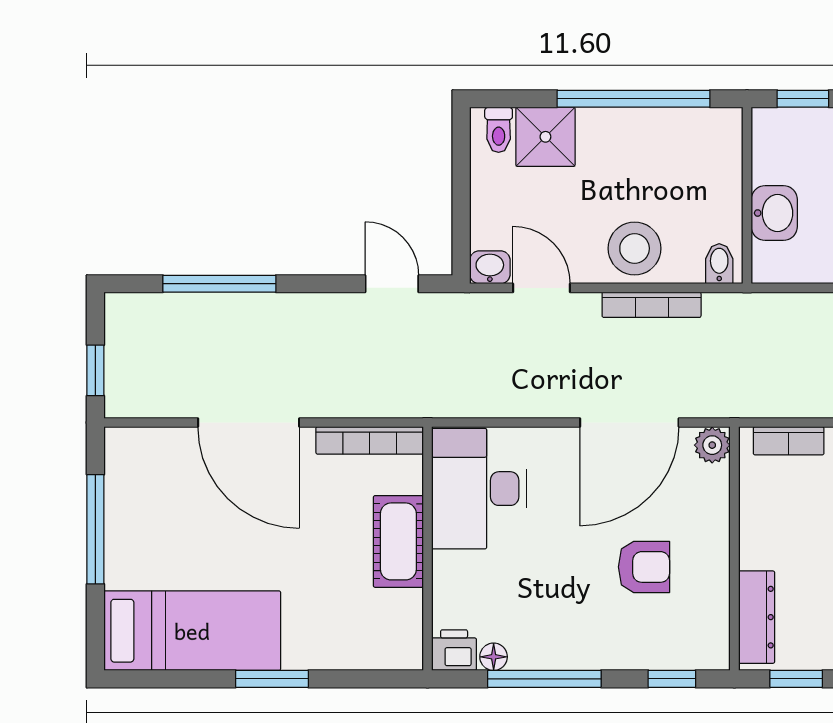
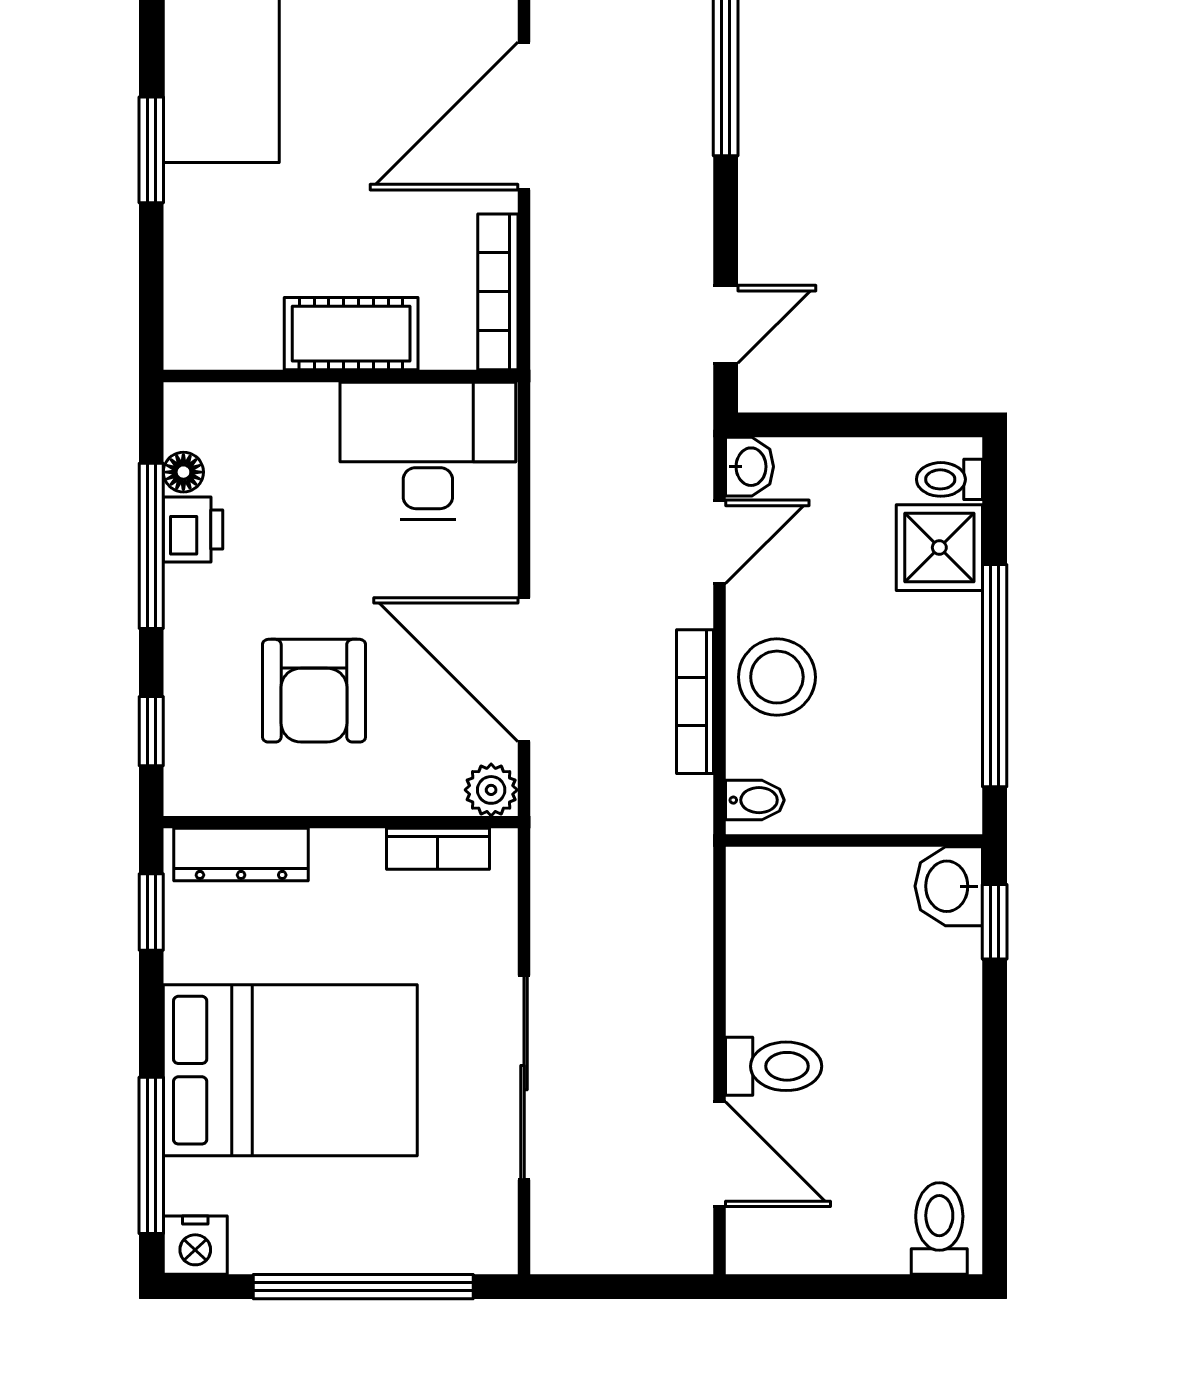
washbasin: (774, 213) -> (949, 886), moved, turned 90
bookcase: (789, 441) -> (438, 849), moved, turned -90
armchair: (644, 567) -> (314, 691), width x1.38, depth x1.38
printer: (454, 650) -> (193, 529), moved

